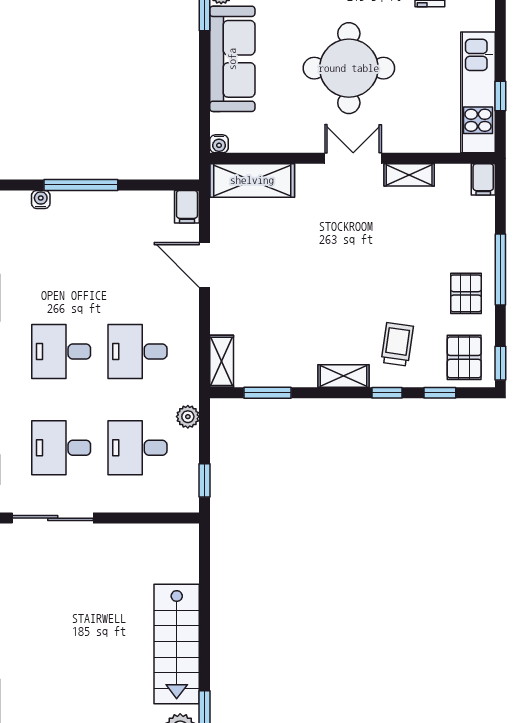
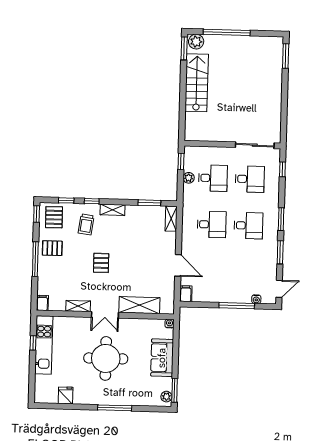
sofa: (232, 59) -> (162, 358), width x0.73
shelving: (252, 180) -> (139, 305), moved
pallet: (364, 266) -> (101, 263), added
pallet: (466, 293) -> (52, 248), turned 90
plant: (188, 417) -> (189, 178), moved

